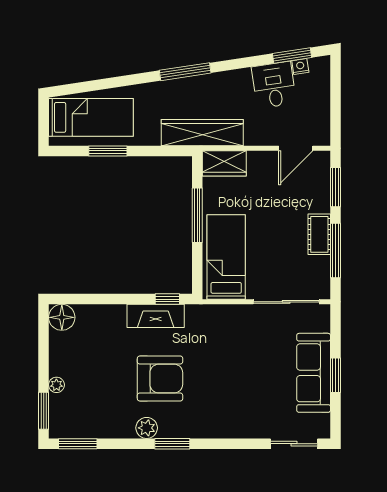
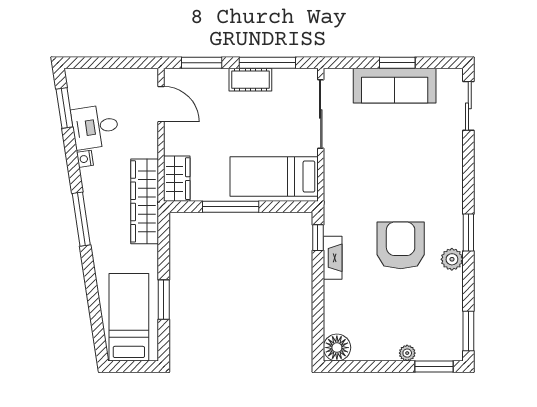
nightstand: (300, 67) -> (85, 159), moved
fireplace: (156, 316) -> (333, 258), width x0.73, depth x0.76

